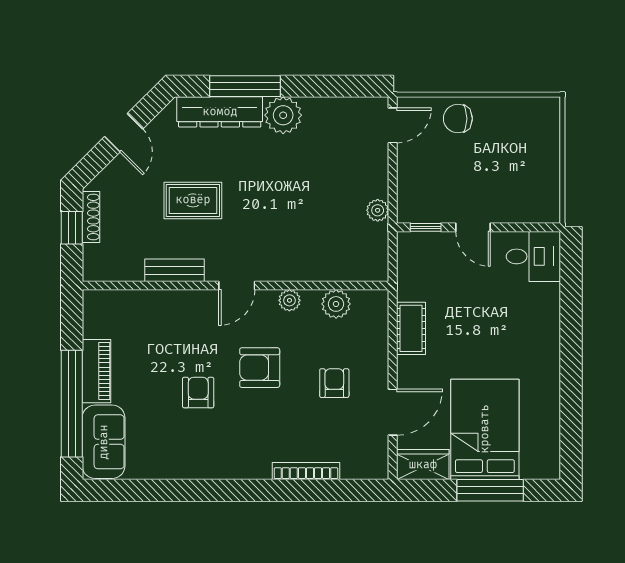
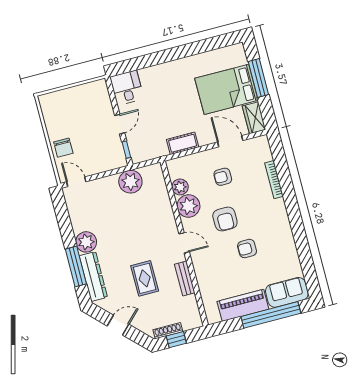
plant: (378, 210) -> (130, 182), width x1.87, depth x1.87
plant: (289, 300) -> (188, 206), width x1.88, depth x1.88
piano: (97, 371) -> (243, 305), width x1.37, depth x1.33

